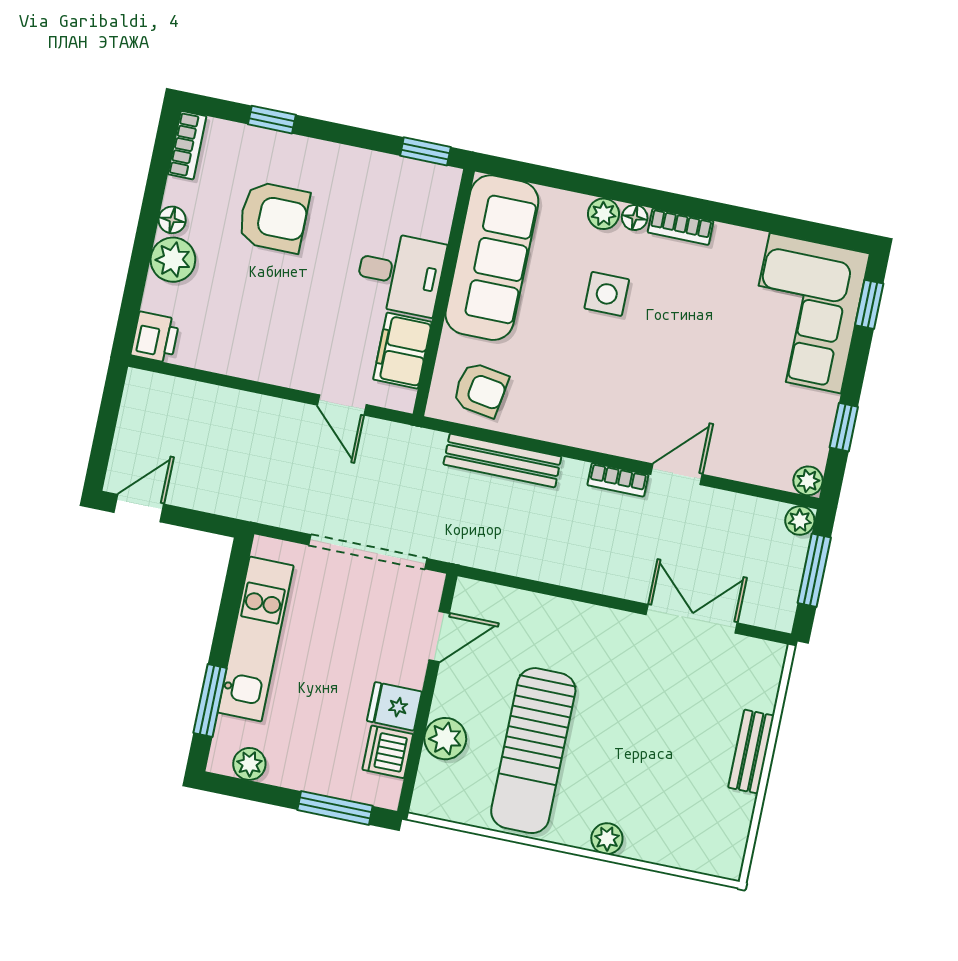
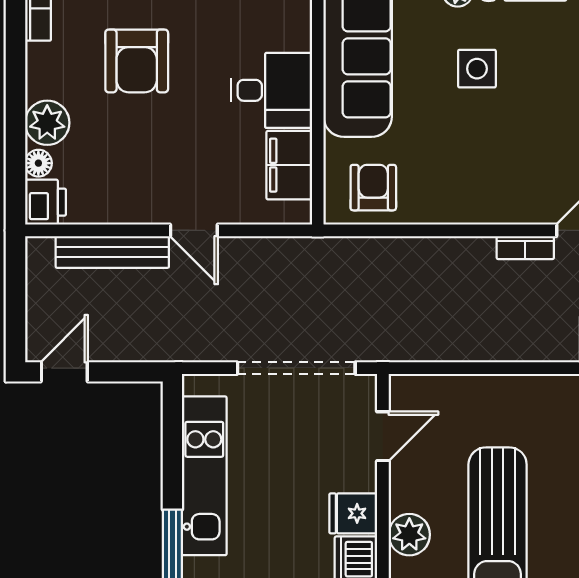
armchair: (274, 217) -> (137, 61), turned 90
floor lamp: (172, 220) -> (38, 163), moved
armchair: (481, 390) -> (373, 188), turned -99
door: (342, 405) -> (194, 230), moved
bench: (502, 460) -> (112, 252), moved

